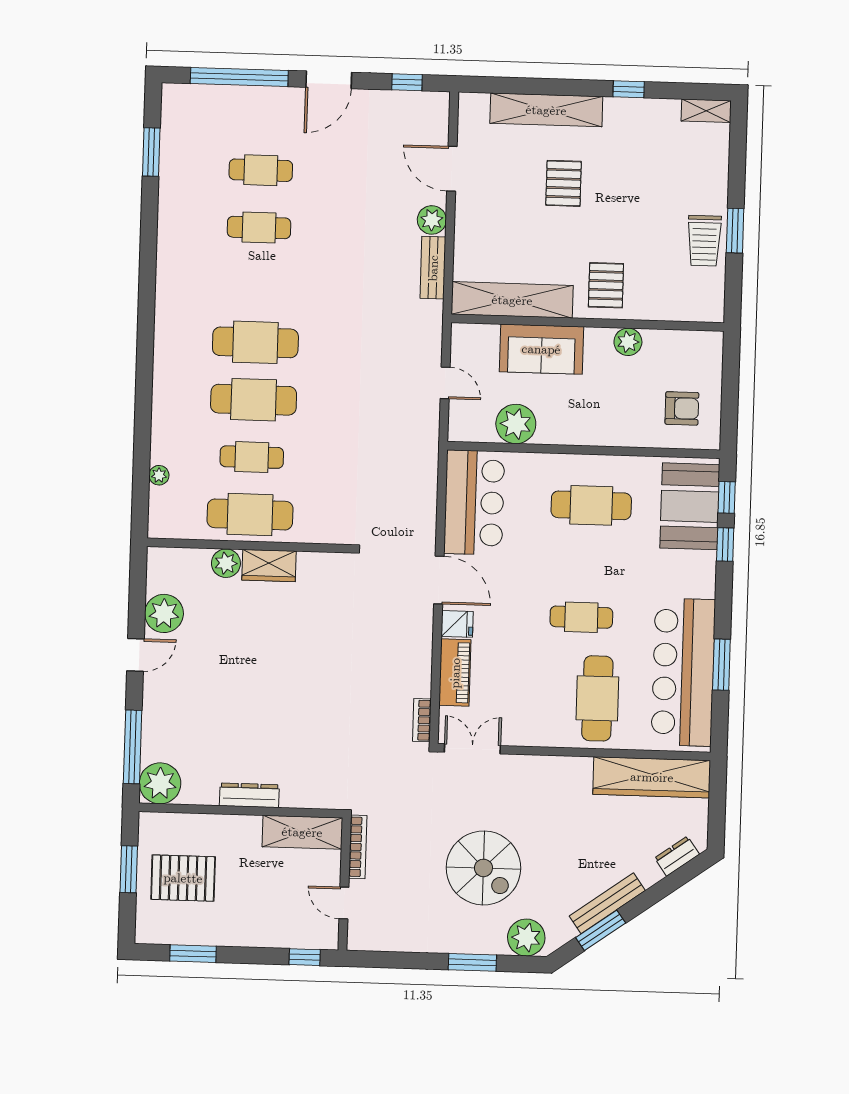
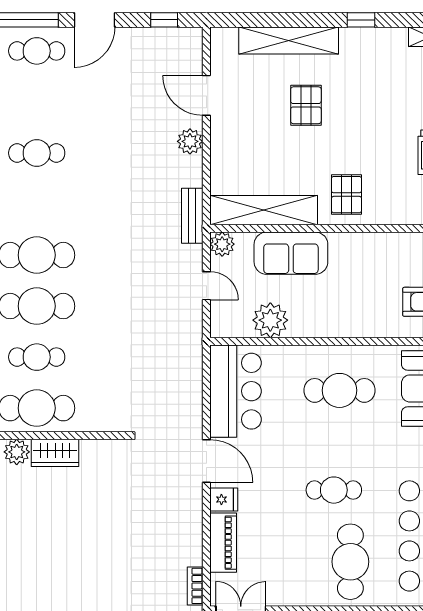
cafe table: (261, 170) -> (37, 51), moved
bench: (433, 268) -> (192, 216), moved
plant: (628, 342) -> (222, 244), moved

